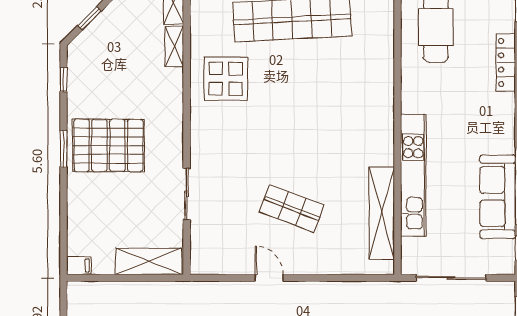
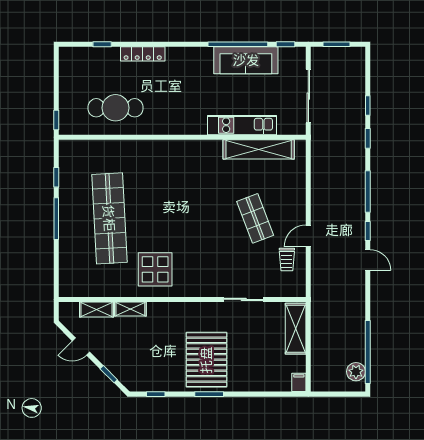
kitchen unit: (413, 175) -> (242, 125), width x0.73
shop shelf: (292, 209) -> (255, 218), turned -42
trolley: (238, 250) -> (287, 260), added

